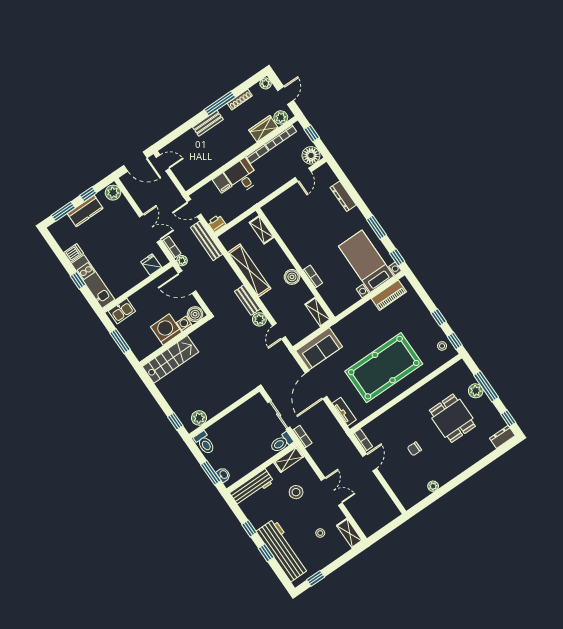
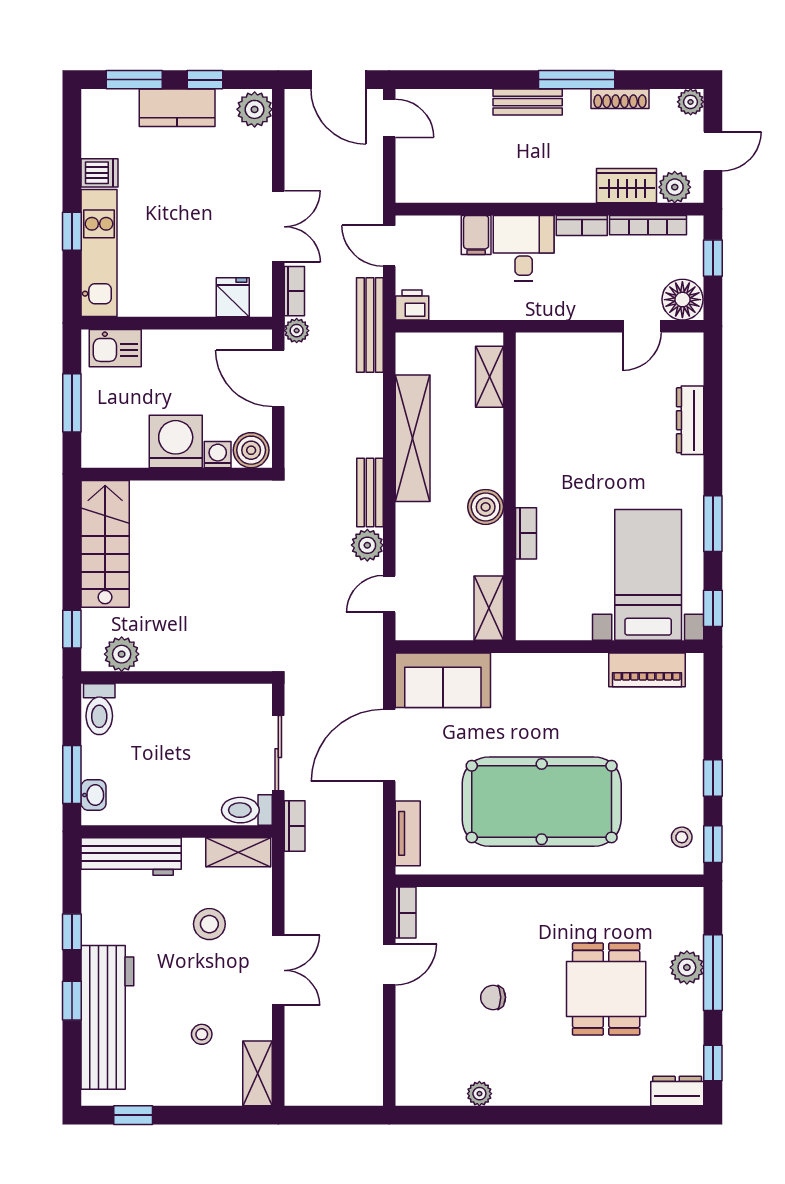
stairs: (171, 359) -> (105, 544), moved, turned -90

